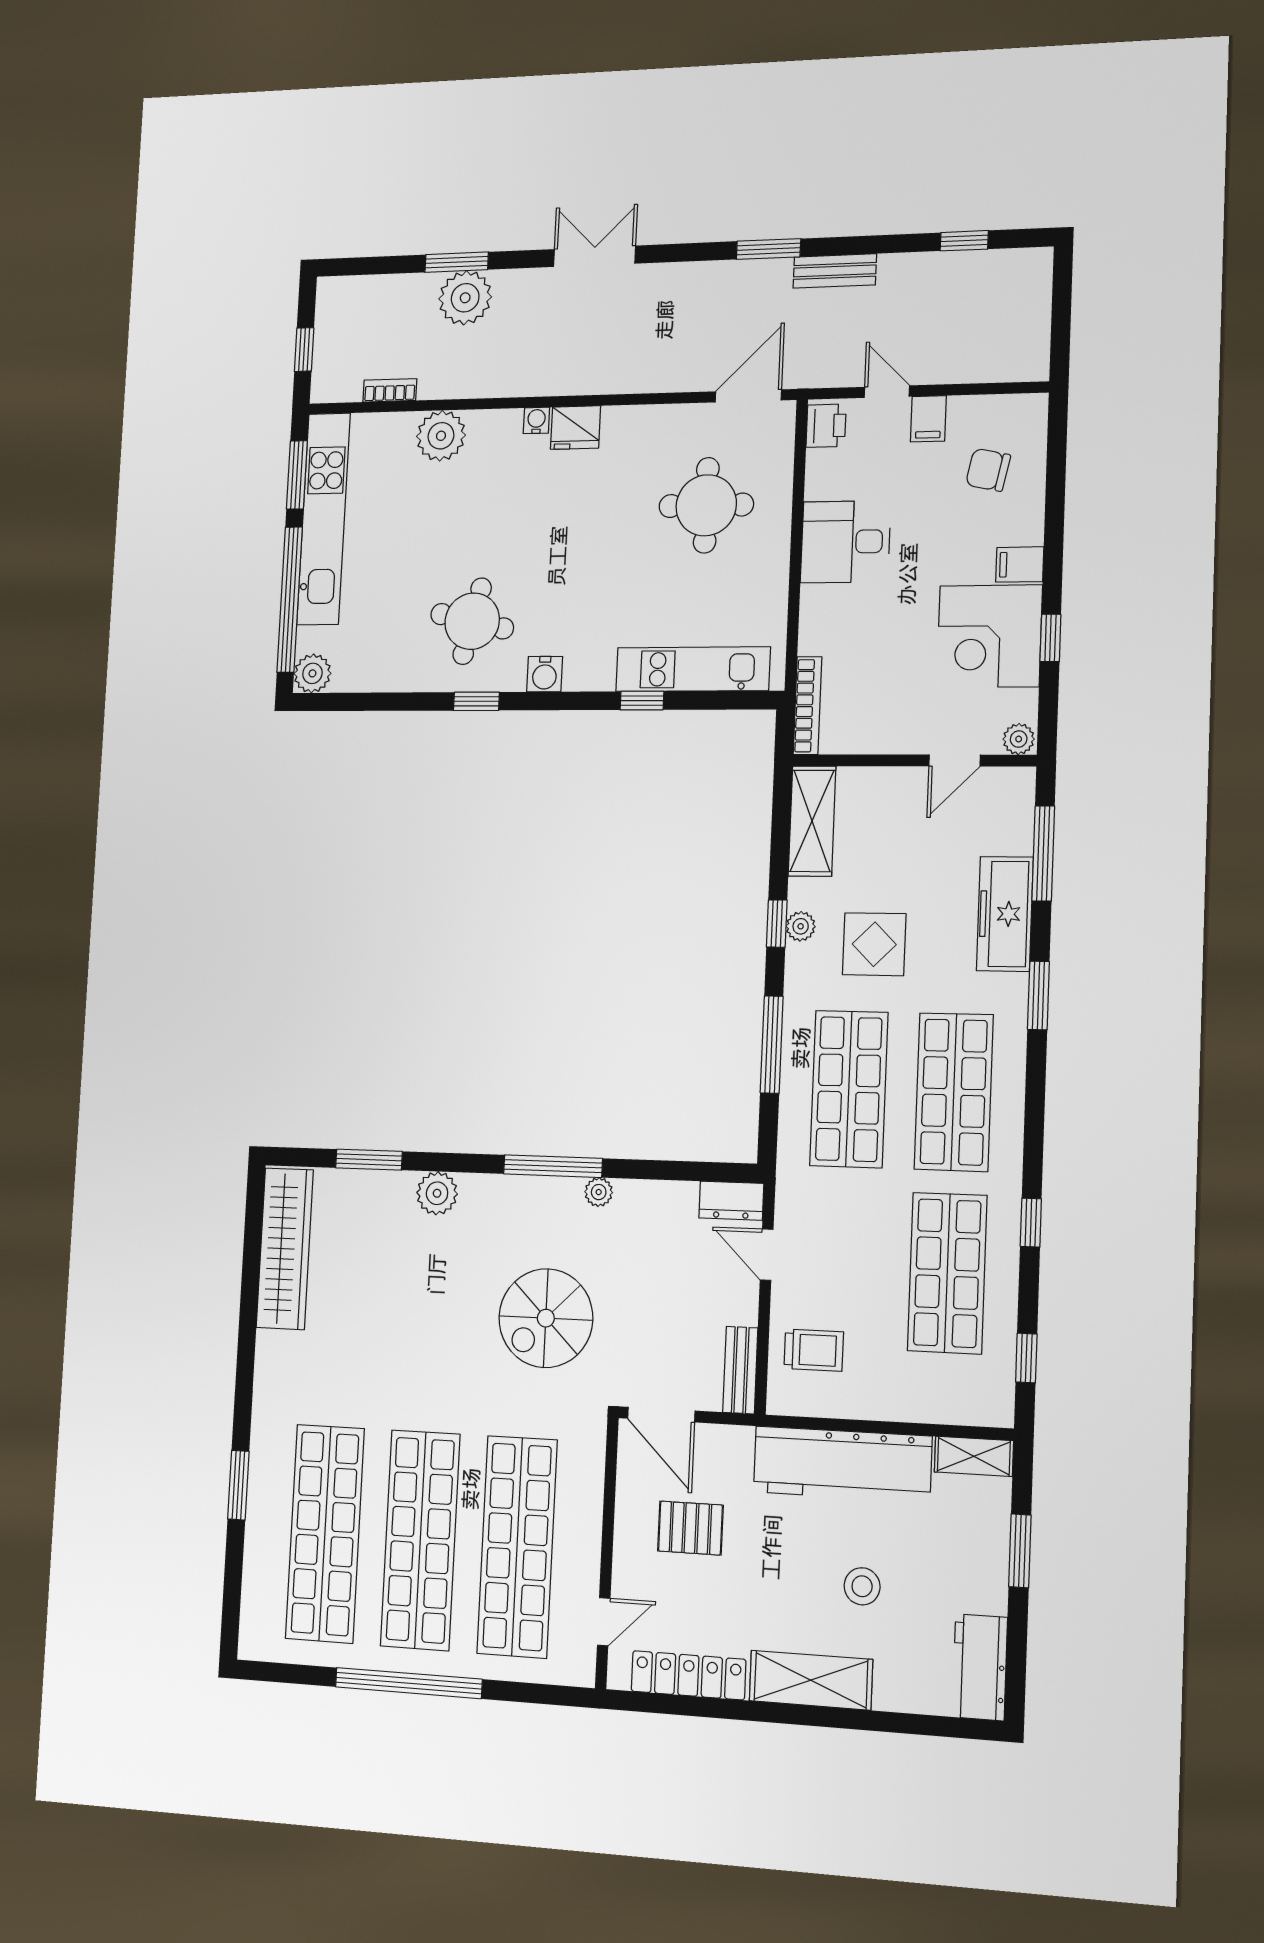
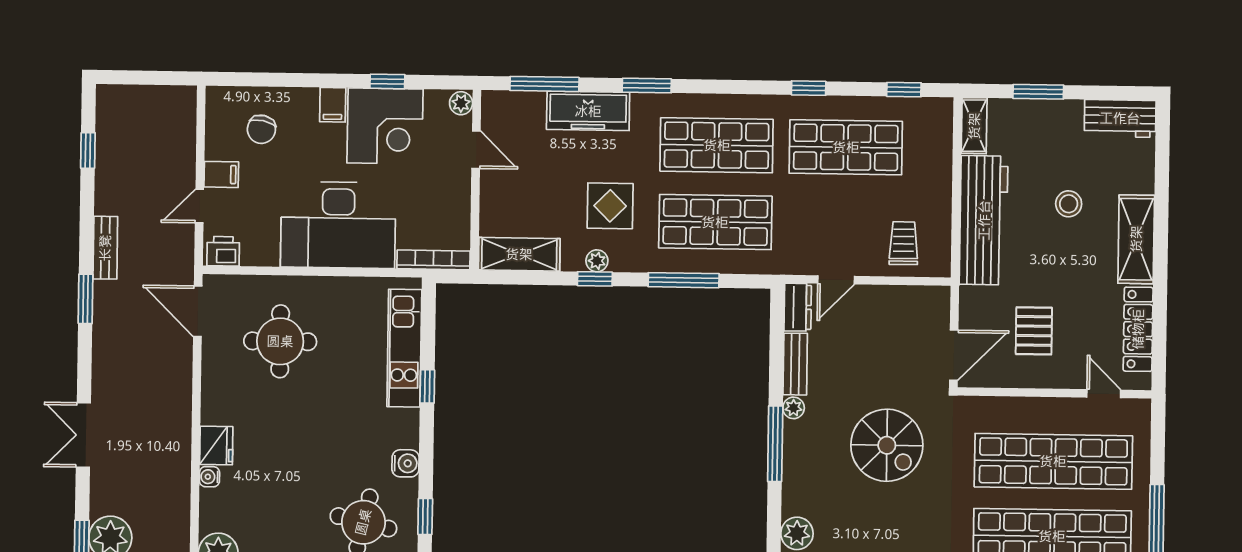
desk: (845, 542) -> (338, 225), width x1.87, depth x1.30
bench: (740, 1370) -> (795, 364), moved, turned 90

